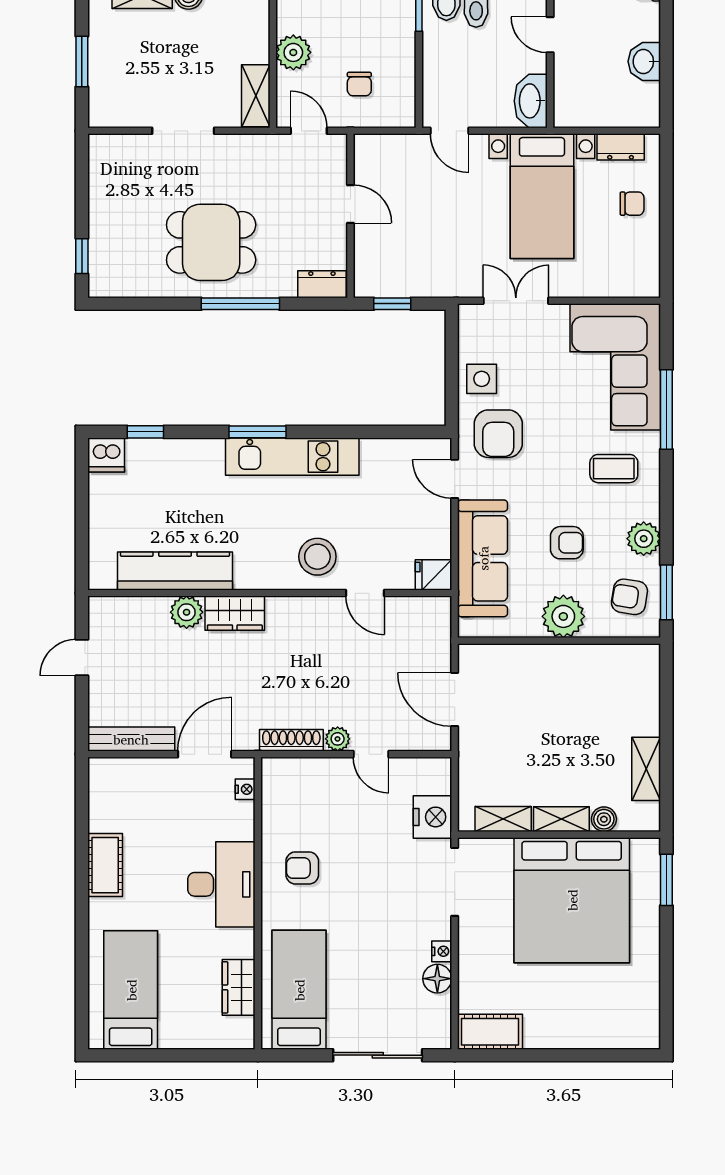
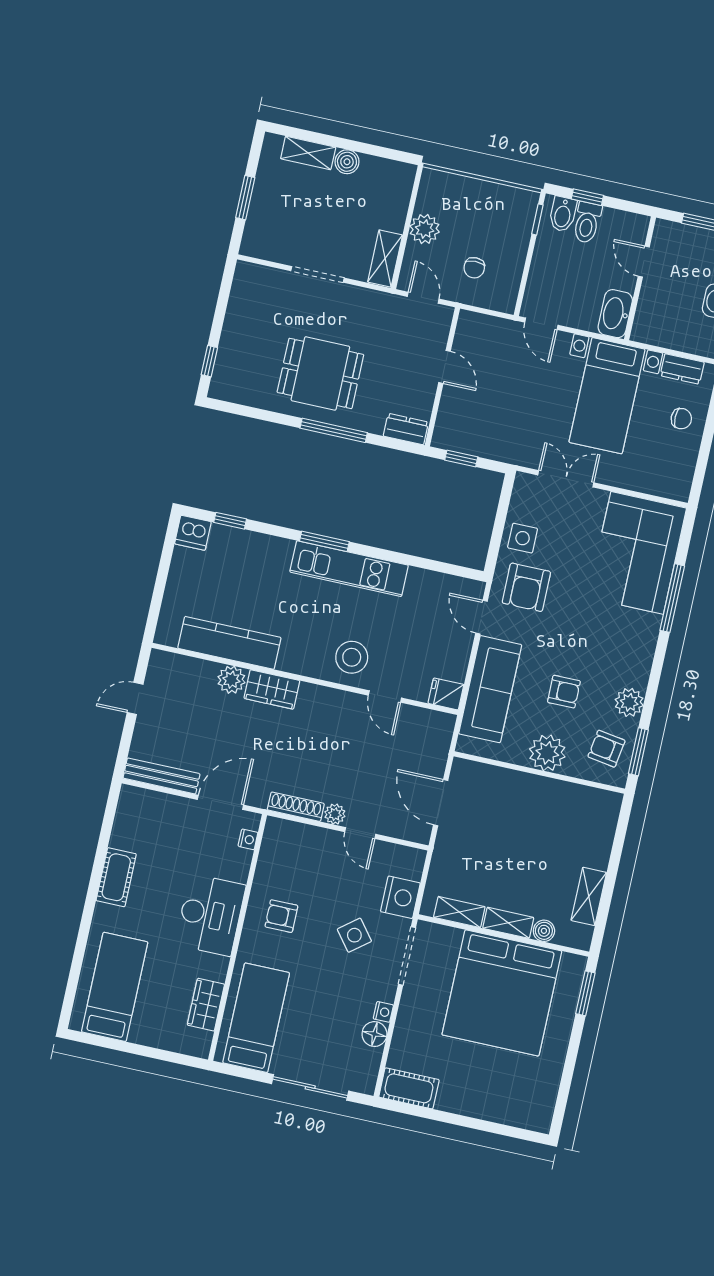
coffee table: (614, 469) -> (617, 638), removed
side table: (390, 871) -> (354, 935), added

